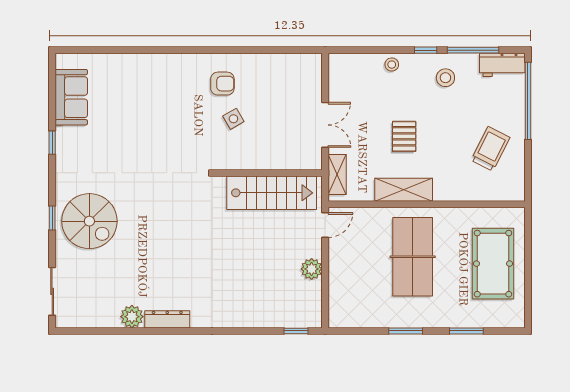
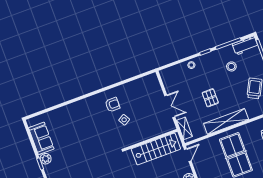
stool: (445, 78) -> (231, 66), moved
plant: (65, 137) -> (46, 159), added
shelving: (404, 190) -> (226, 121), width x1.47

